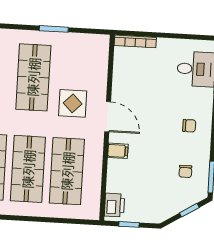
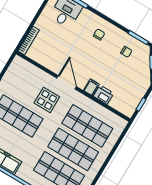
door: (108, 117) -> (67, 82), hinge flipped
printer: (115, 205) -> (103, 95), moved

